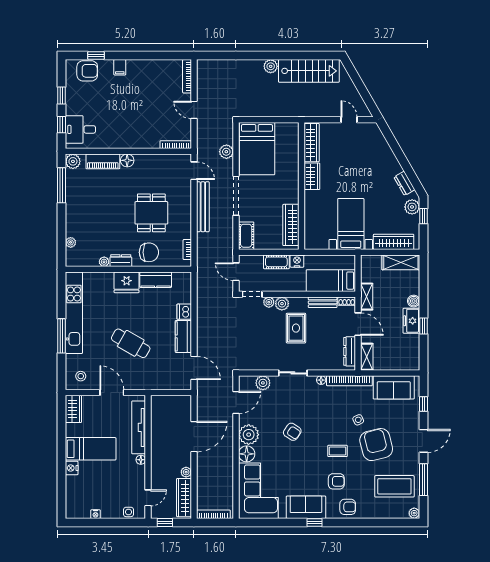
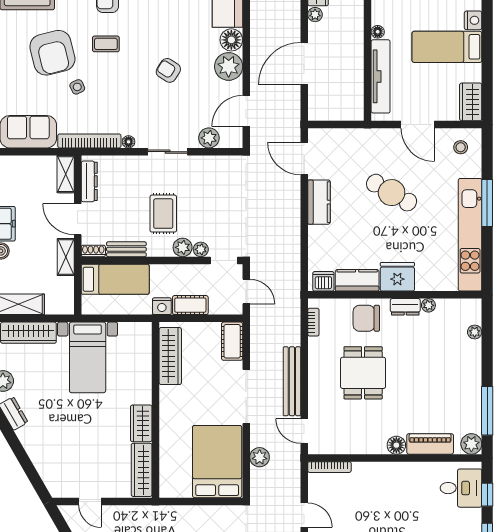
dishwasher: (184, 312) -> (323, 281), moved, turned -90

